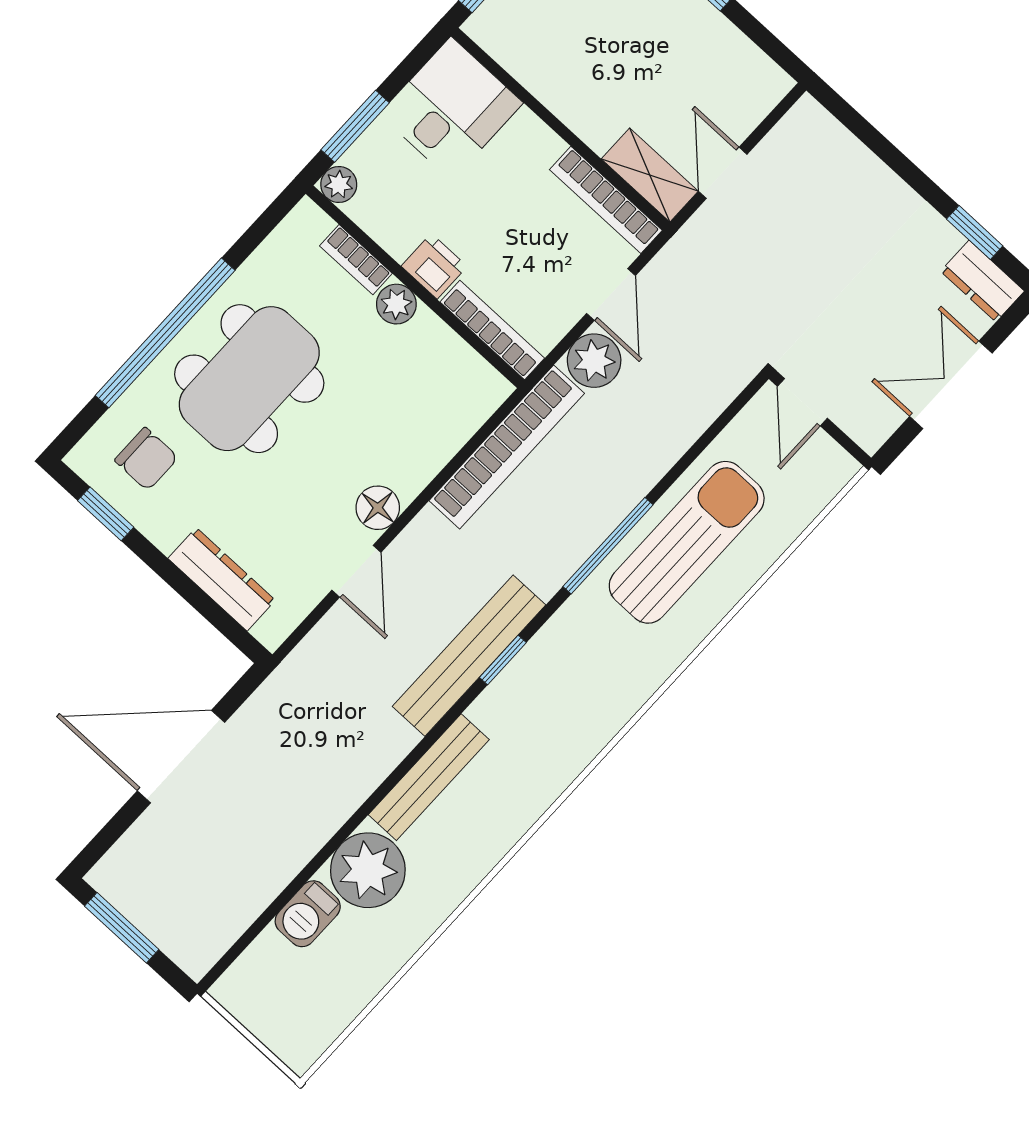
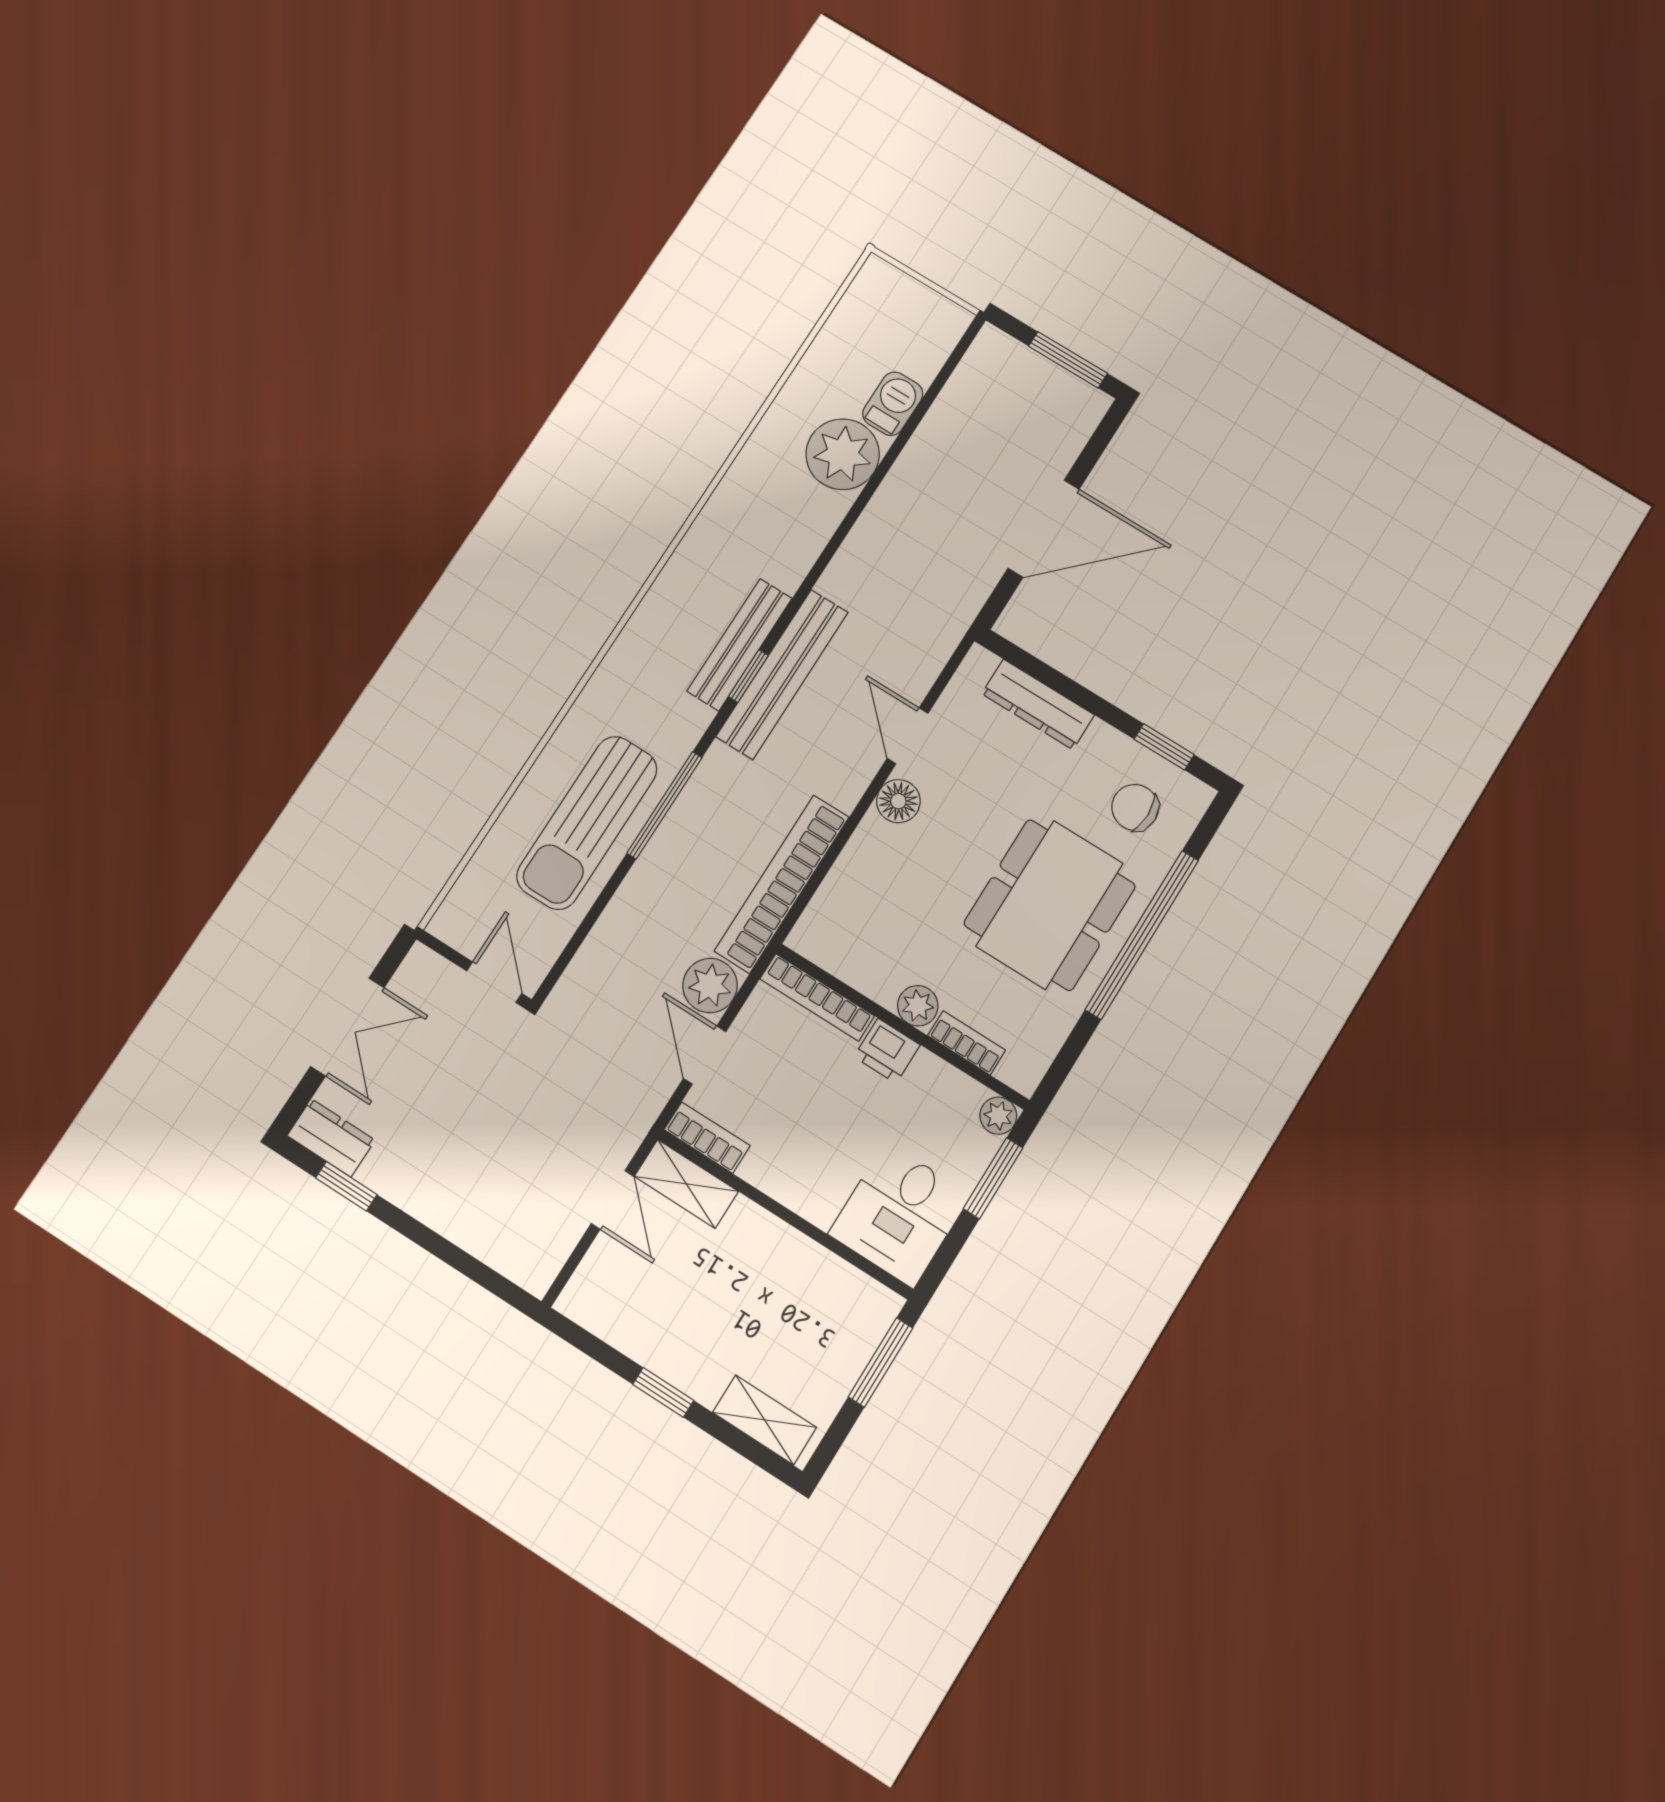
bookcase: (606, 200) -> (707, 1138), width x0.64
bench: (429, 777) -> (740, 645), moved

